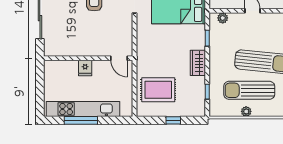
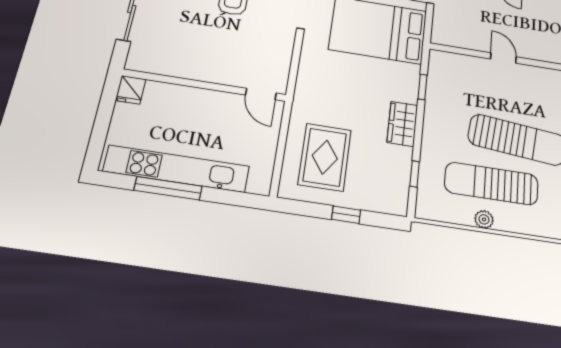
plant: (223, 18) -> (452, 60), removed
fridge: (85, 68) -> (131, 90), moved
rug: (158, 90) -> (325, 157), turned 90

